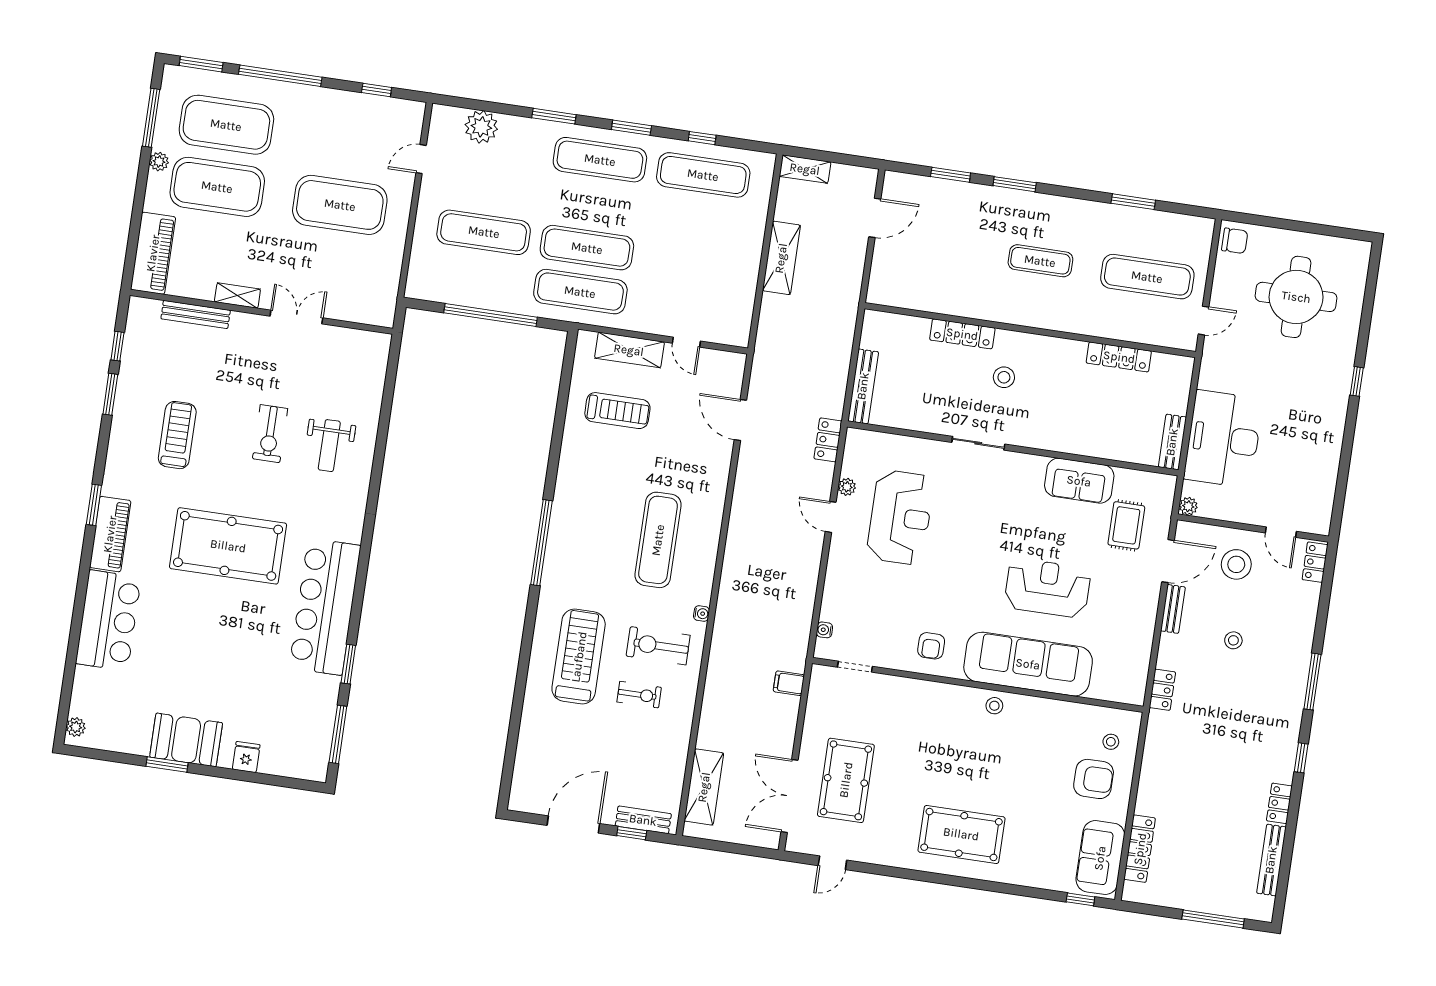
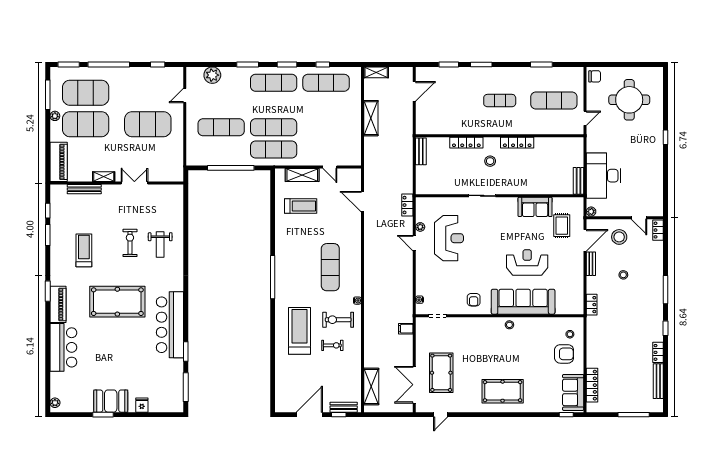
locker: (1119, 357) -> (517, 143), moved
bench: (863, 386) -> (421, 151), moved, width x0.73
exercise bike: (270, 434) -> (130, 243), turned 180

